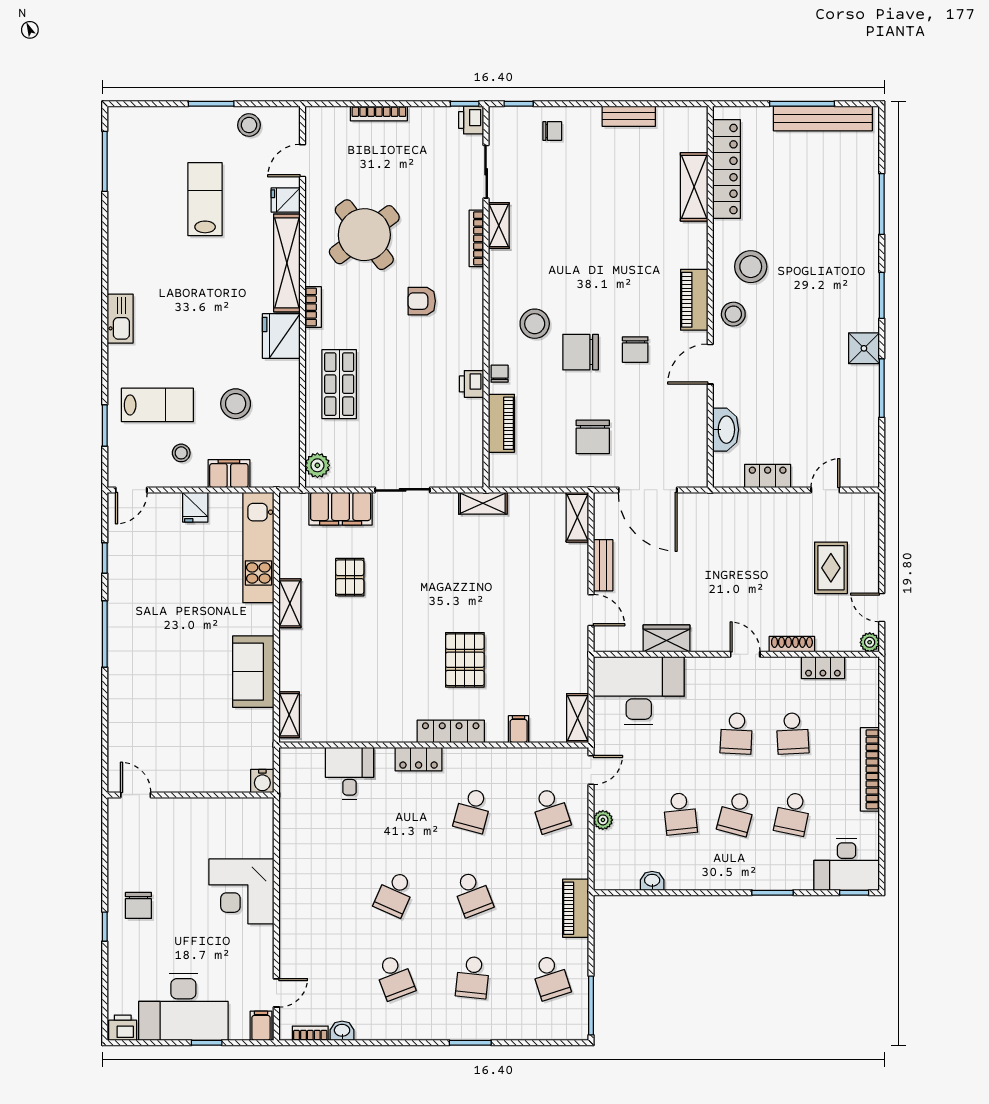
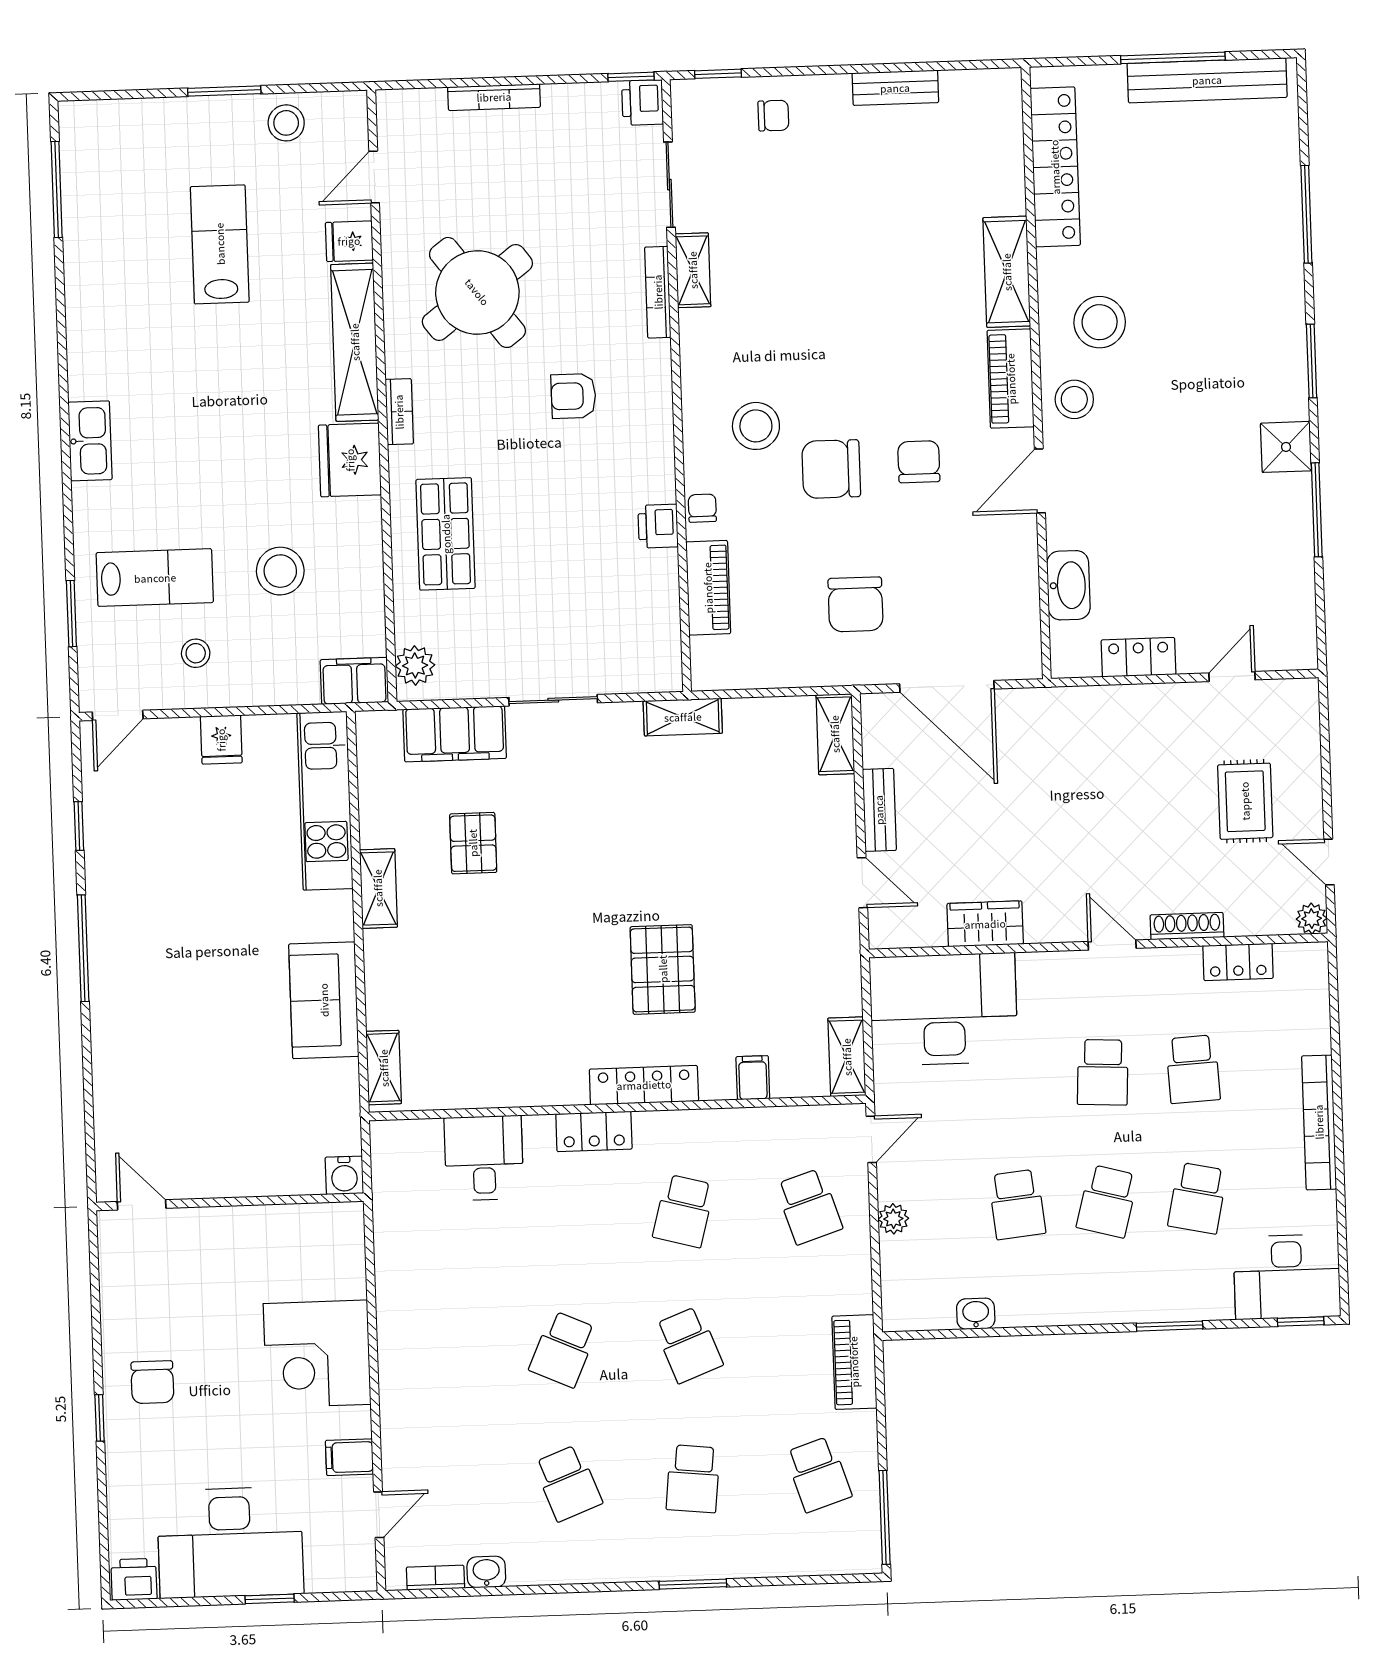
shelving: (694, 187) -> (1007, 272), moved
chair: (635, 350) -> (919, 462), turned 180
filing cabinet: (229, 474) -> (354, 681), moved
filing cabinet: (261, 1026) -> (349, 1457), moved, turned -90

